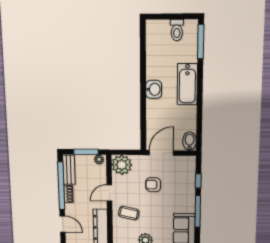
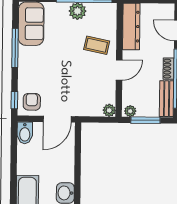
plant: (122, 165) -> (109, 110), width x0.53, depth x0.53
window: (198, 181) -> (14, 100), moved
armchair: (153, 185) -> (32, 102), moved, turned -90

